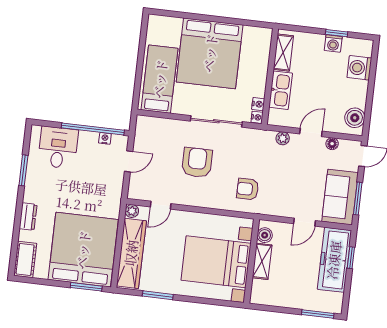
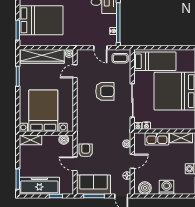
washing machine: (359, 68) -> (167, 187), moved
door: (311, 132) -> (132, 161), hinge flipped
coffee table: (148, 133) -> (120, 58), added
armchair: (248, 189) -> (86, 150), moved
door: (161, 205) -> (75, 71), hinge flipped
bed: (83, 250) -> (41, 20), width x0.73
freezer: (334, 260) -> (39, 186), moved
shelving: (262, 261) -> (30, 140), moved

